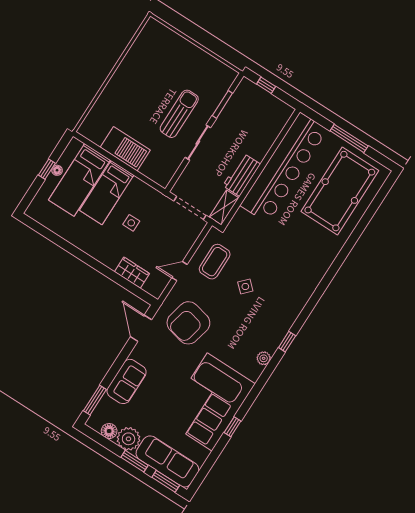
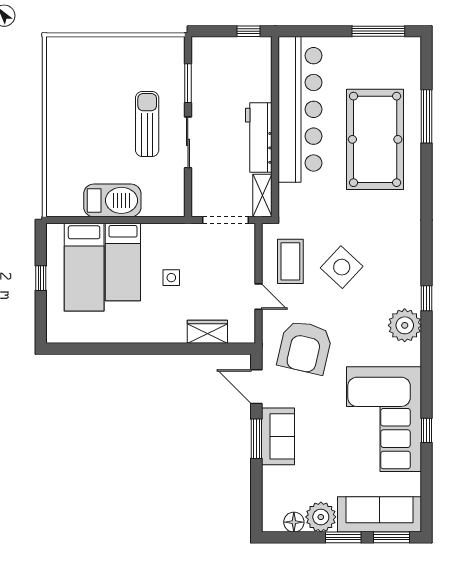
window: (266, 85) -> (249, 31), moved
window: (349, 138) -> (378, 31), moved
floor lamp: (57, 170) -> (53, 272), removed
workbench: (242, 175) -> (259, 137), width x1.38
pool table: (340, 191) -> (375, 139), moved
window: (362, 224) -> (427, 116), added
door: (180, 271) -> (259, 297), swing flipped
side table: (245, 286) -> (342, 267), width x1.87, depth x1.87
plant: (264, 358) -> (405, 325), width x1.87, depth x1.87
sofa: (126, 381) -> (278, 436), moved
window: (95, 400) -> (256, 439), moved

